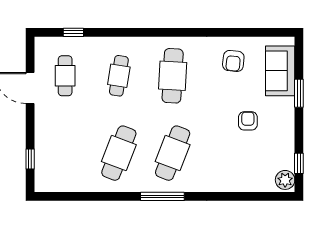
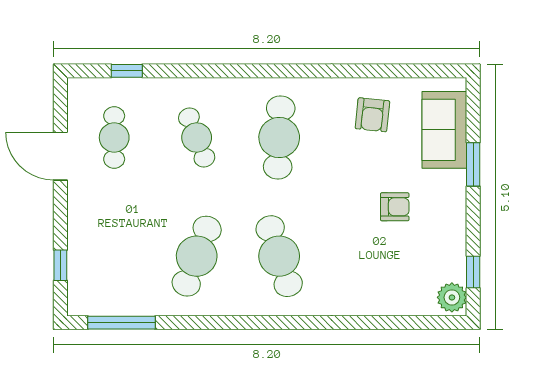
cafe table: (119, 76) -> (197, 138), turned -30
armchair: (248, 121) -> (395, 207), turned 90
cafe table: (173, 153) -> (279, 256), turned -39
window: (162, 196) -> (122, 323), moved

